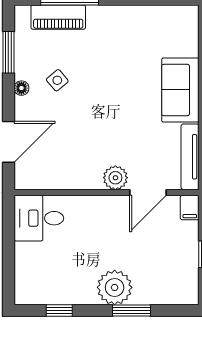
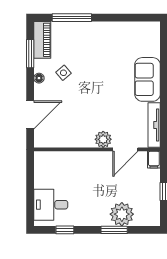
piano: (58, 17) -> (42, 40), moved, turned -90
desk: (39, 218) -> (51, 205), moved
plant: (115, 287) -> (122, 214), moved

